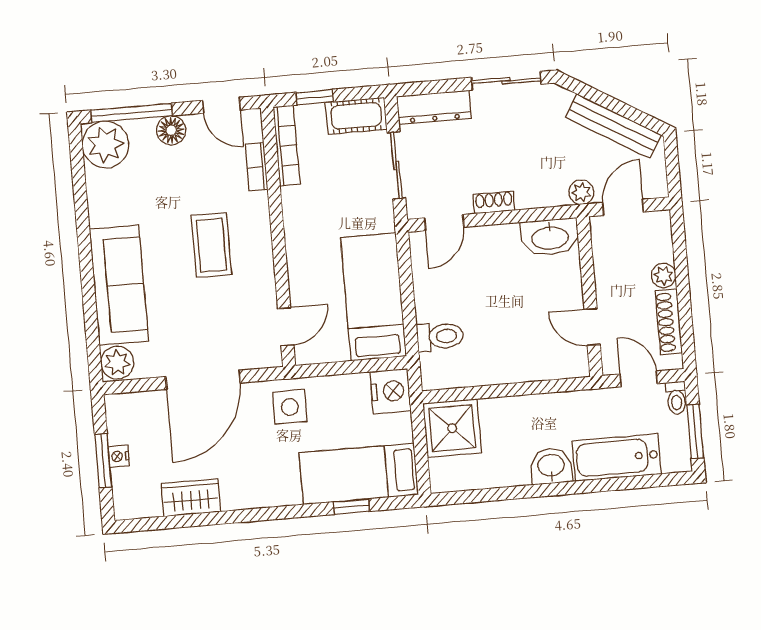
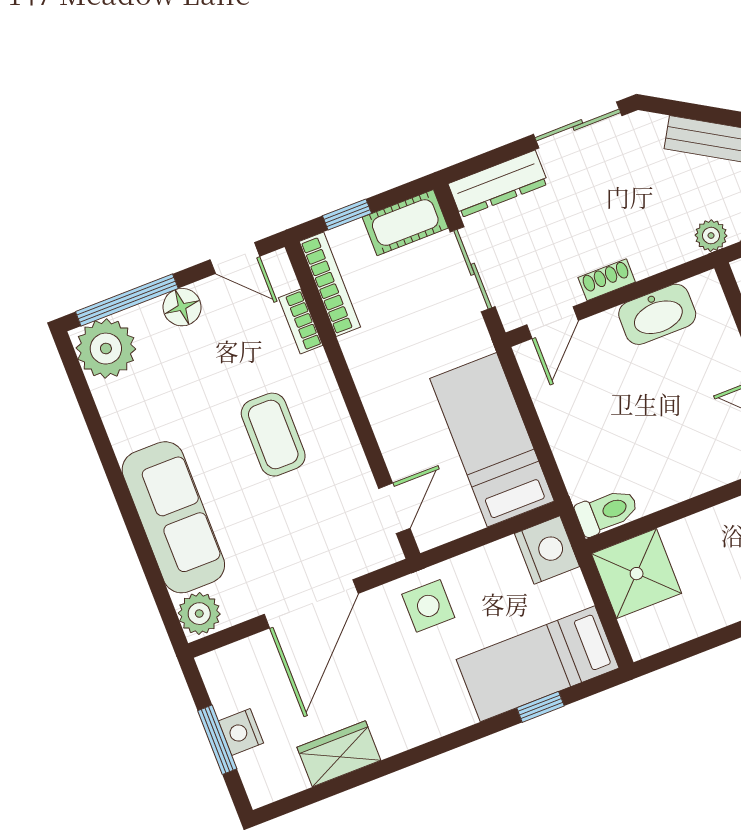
washbasin: (550, 237) -> (657, 314), moved
toilet: (440, 337) -> (607, 512), moved
nightstand: (119, 456) -> (241, 732), width x1.39, depth x1.35

